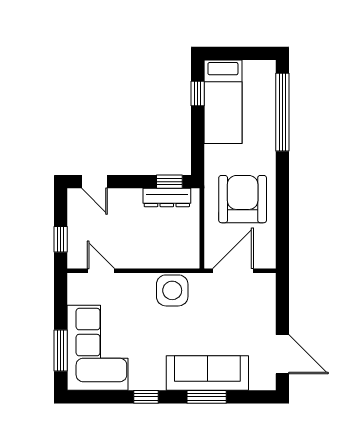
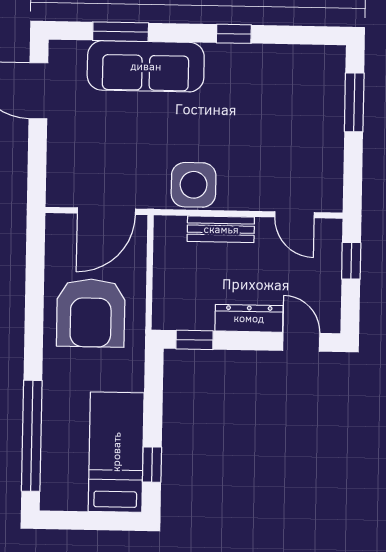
dresser: (167, 197) -> (249, 318), moved
bench: (152, 260) -> (221, 229), added
corner sofa: (97, 348) -> (302, 105), removed
window: (207, 397) -> (121, 32), moved

